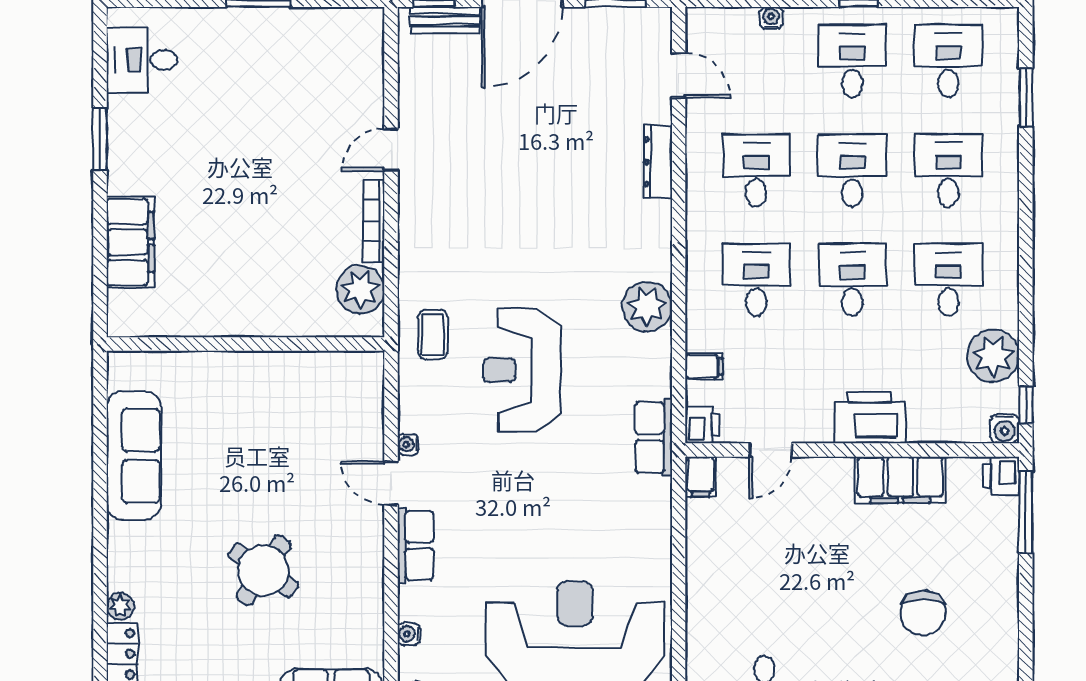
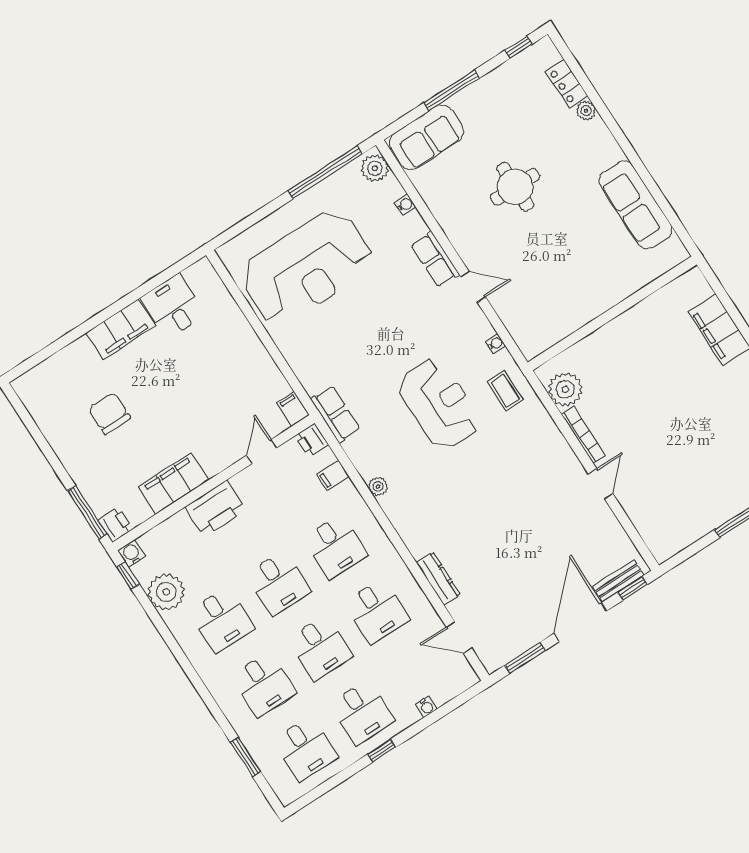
plant: (647, 307) -> (378, 487), width x0.53, depth x0.53
water cooler: (408, 444) -> (496, 344), moved
round table: (263, 570) -> (515, 187), turned -34

